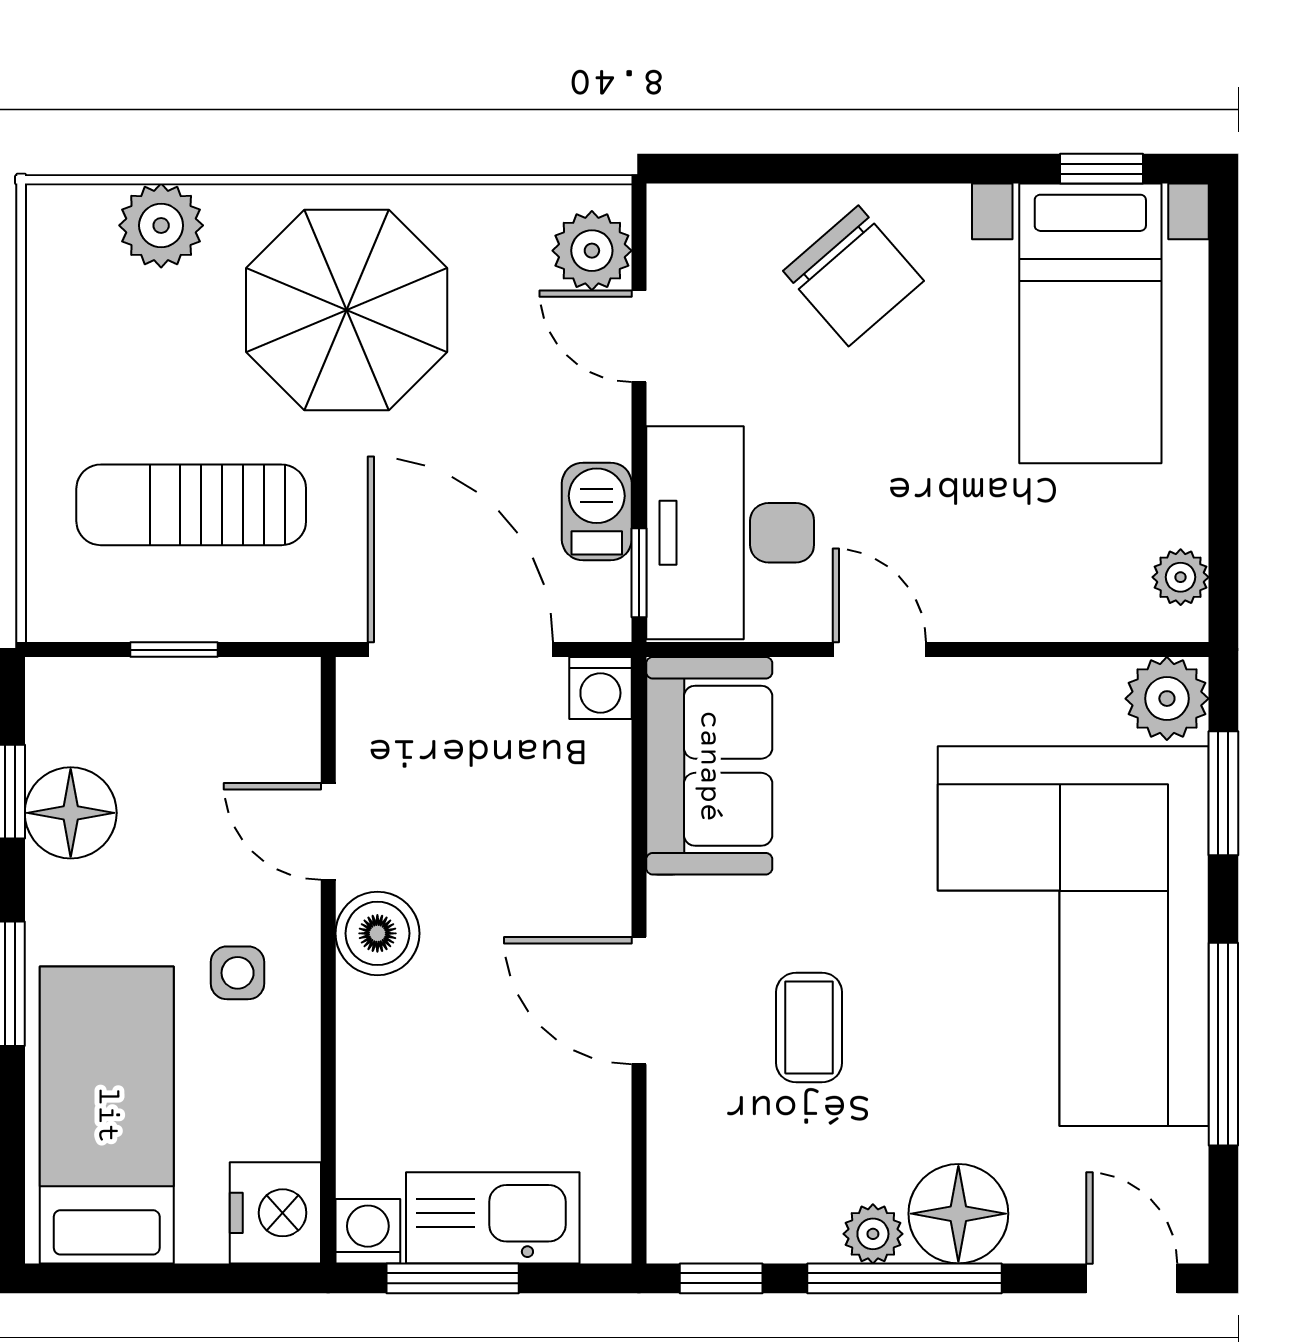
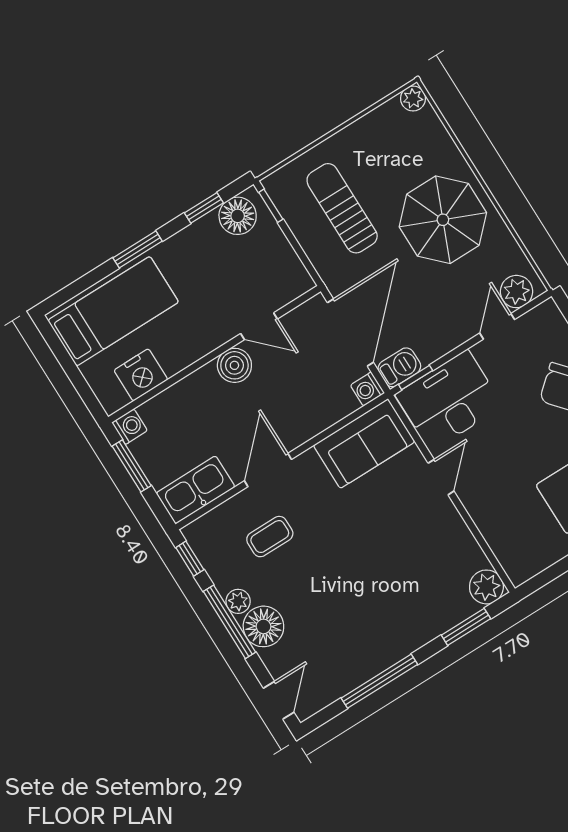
plant: (161, 225) -> (413, 98), moved, width x0.73, depth x0.73
barbecue: (597, 511) -> (399, 367), moved
plant: (1181, 577) -> (531, 565), removed
window: (174, 650) -> (271, 206), moved
floor lamp: (71, 813) -> (238, 216), moved
door: (328, 831) -> (259, 326), swing flipped
corner sofa: (1073, 936) -> (384, 606), removed
side table: (238, 973) -> (191, 326), removed
coffee table: (809, 1027) -> (270, 537), moved
nightstand: (275, 1213) -> (141, 375), moved
kitchen sink: (493, 1218) -> (196, 490), moved, turned -90

